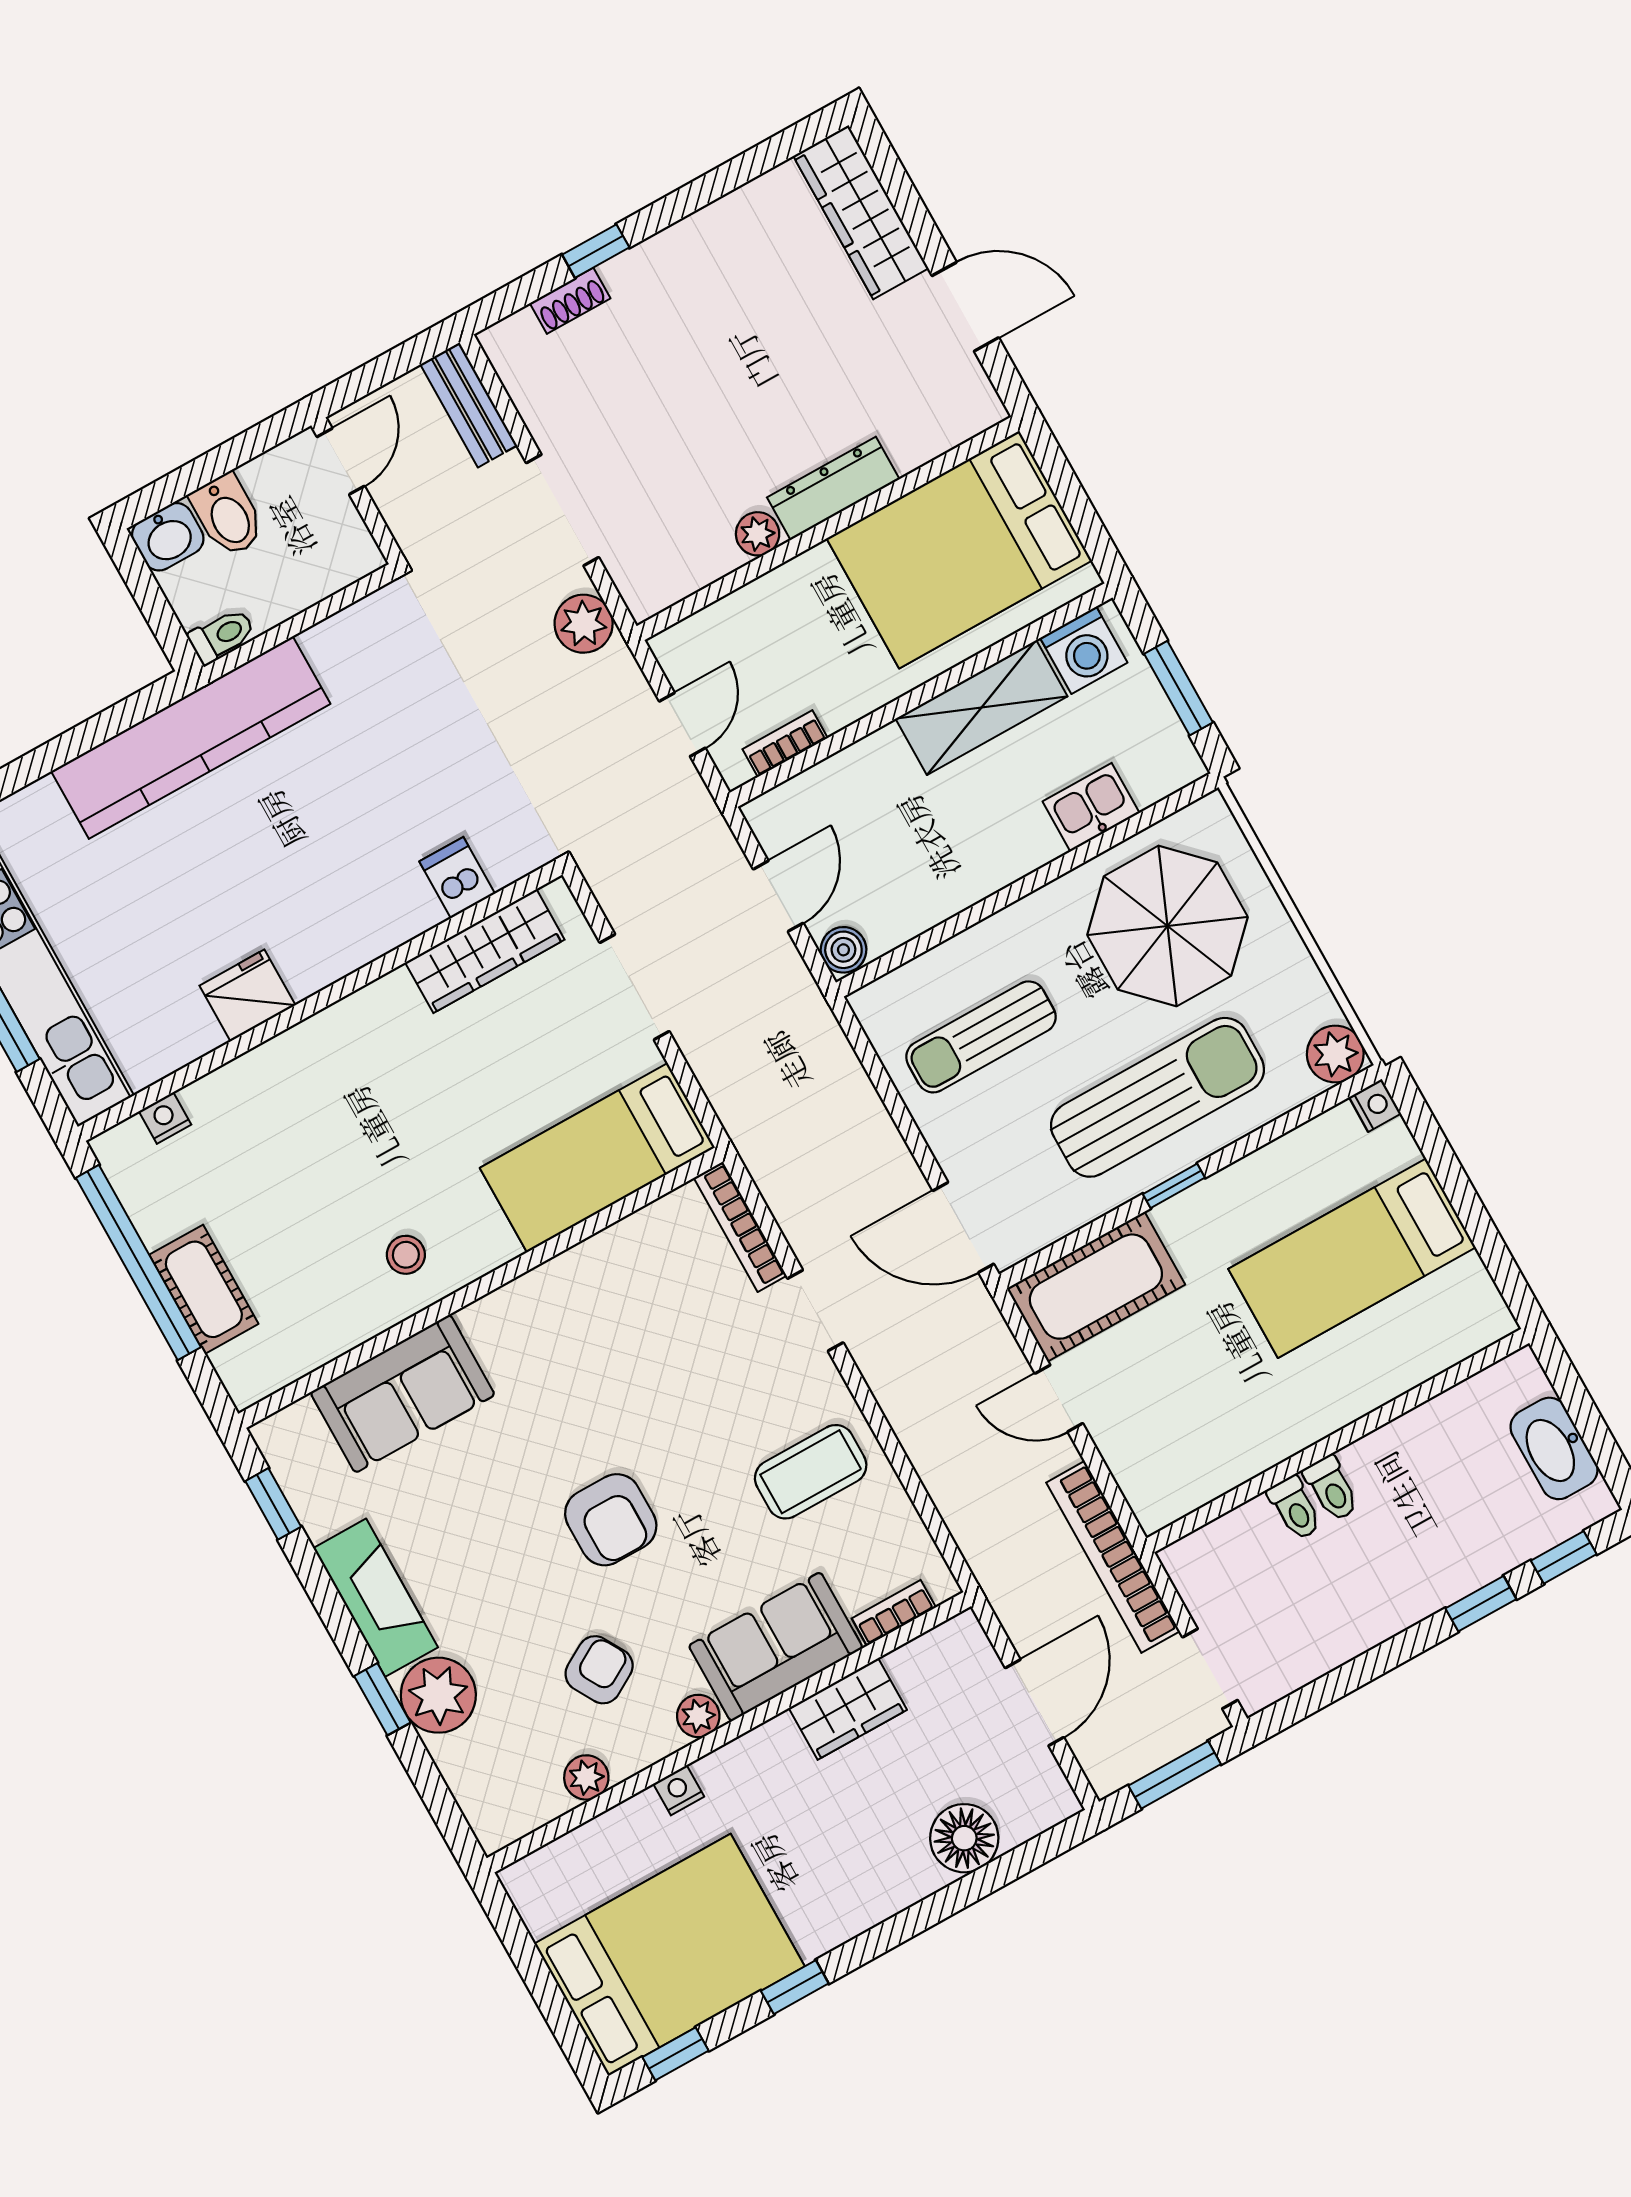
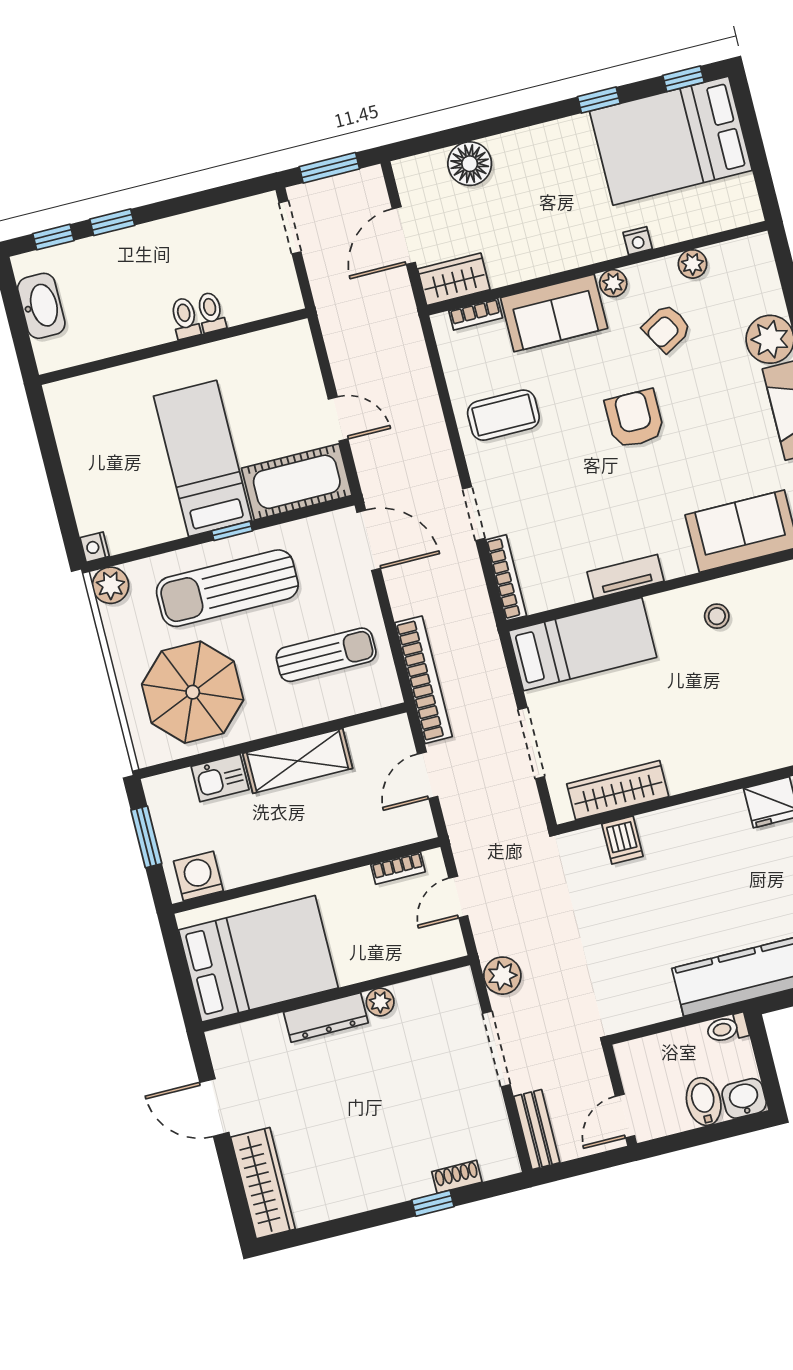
shelving: (982, 707) -> (298, 761), moved
boiler: (843, 950) -> (396, 731), removed
bed: (1352, 1258) -> (203, 458), moved, turned -90
tv unit: (560, 1277) -> (626, 577), added
bookcase: (1113, 1557) -> (423, 680), moved
wardrobe: (848, 1709) -> (454, 279), moved

